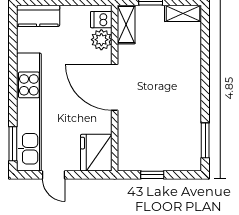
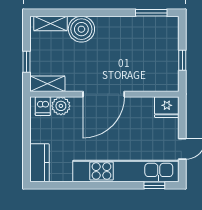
shelving: (183, 13) -> (51, 24), moved, turned 90
boiler: (187, 63) -> (81, 29), added
window: (13, 144) -> (154, 185), width x0.67
fridge: (96, 153) -> (167, 107), width x0.73, depth x0.75

